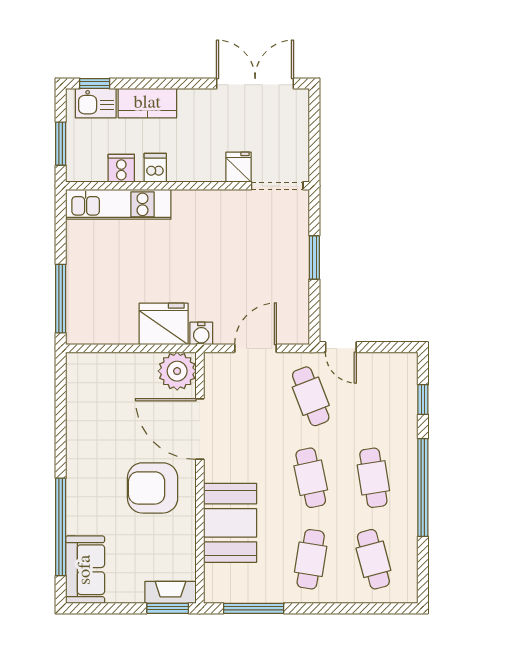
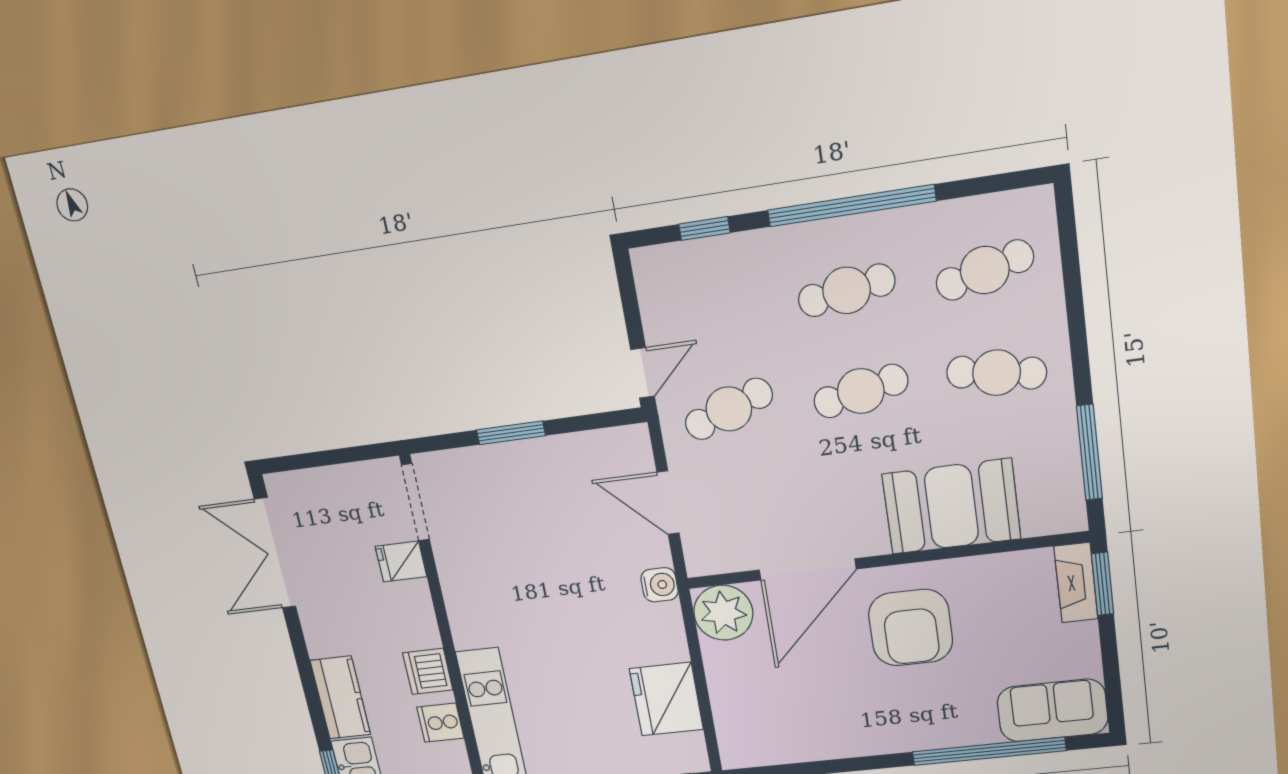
dishwasher: (155, 168) -> (428, 671), width x1.38
fridge: (164, 324) -> (666, 699), moved

